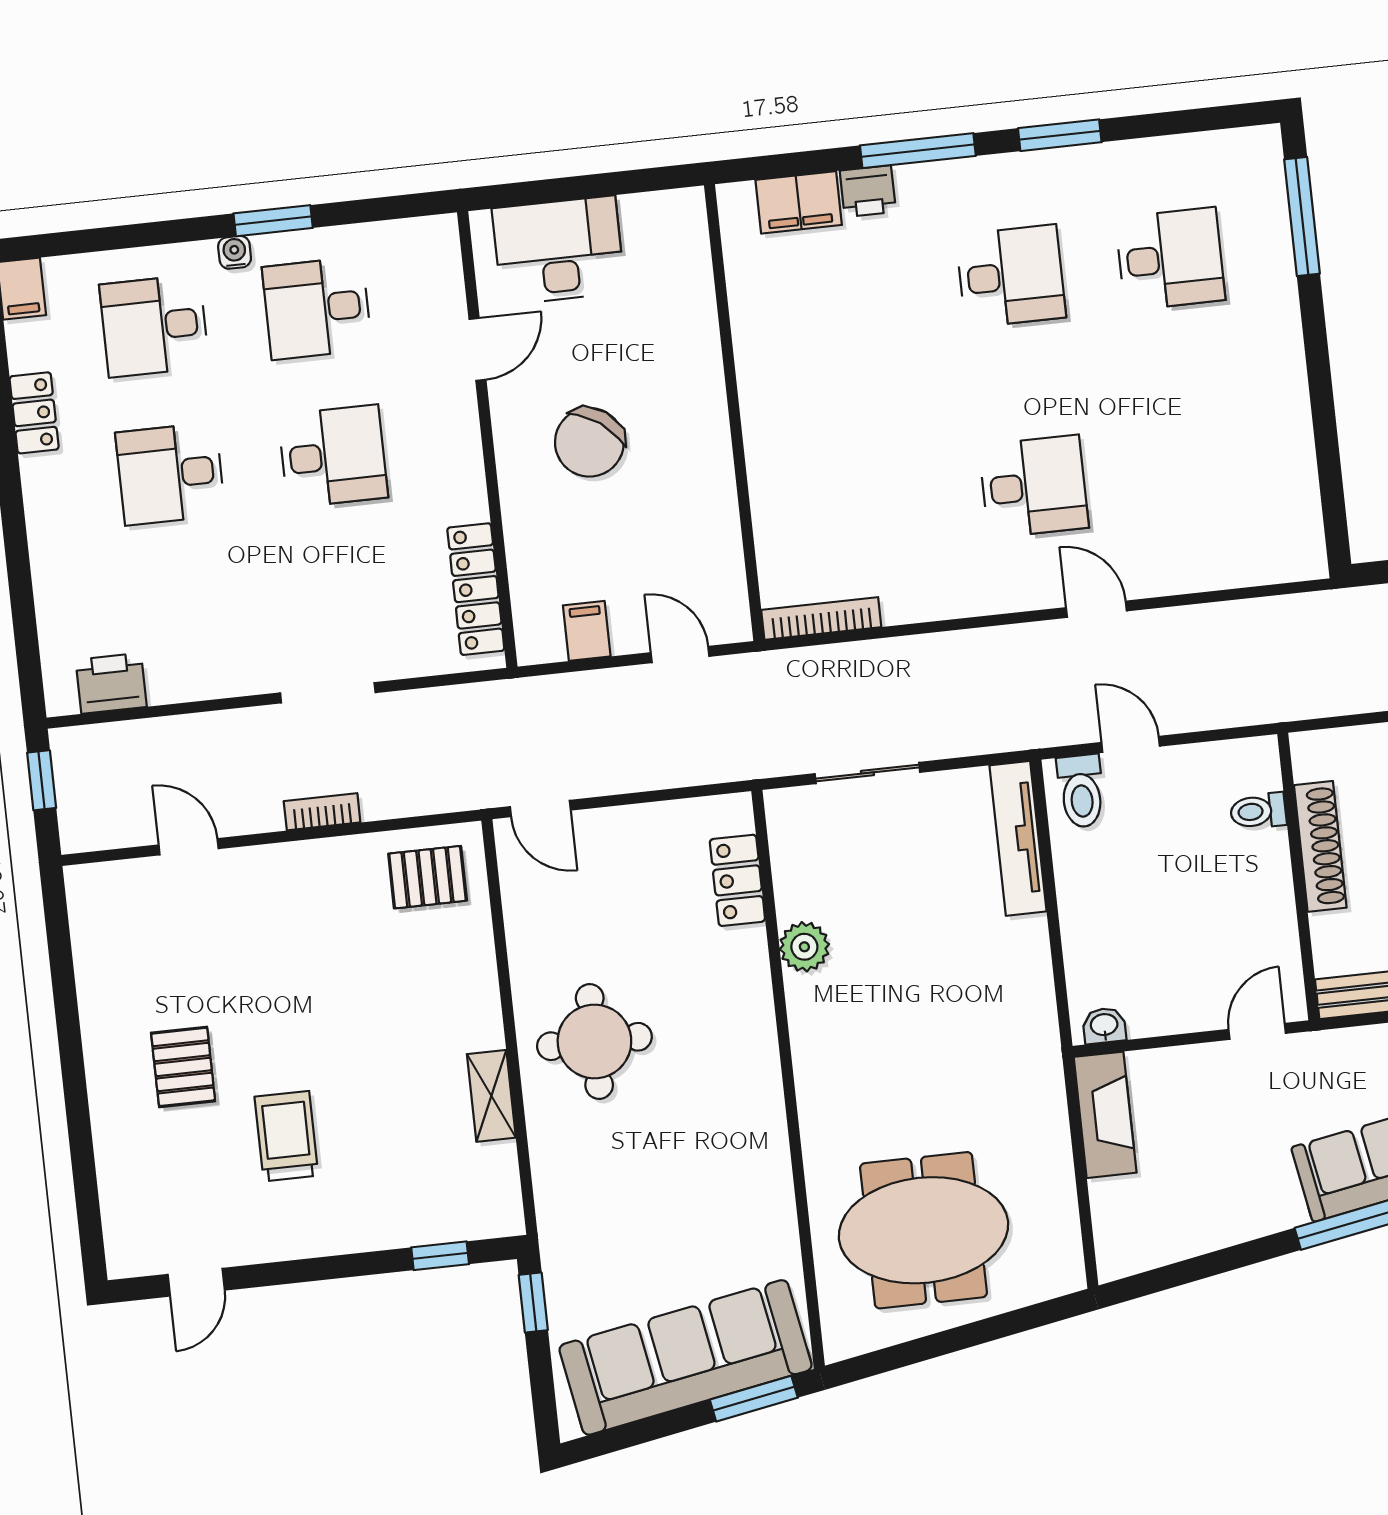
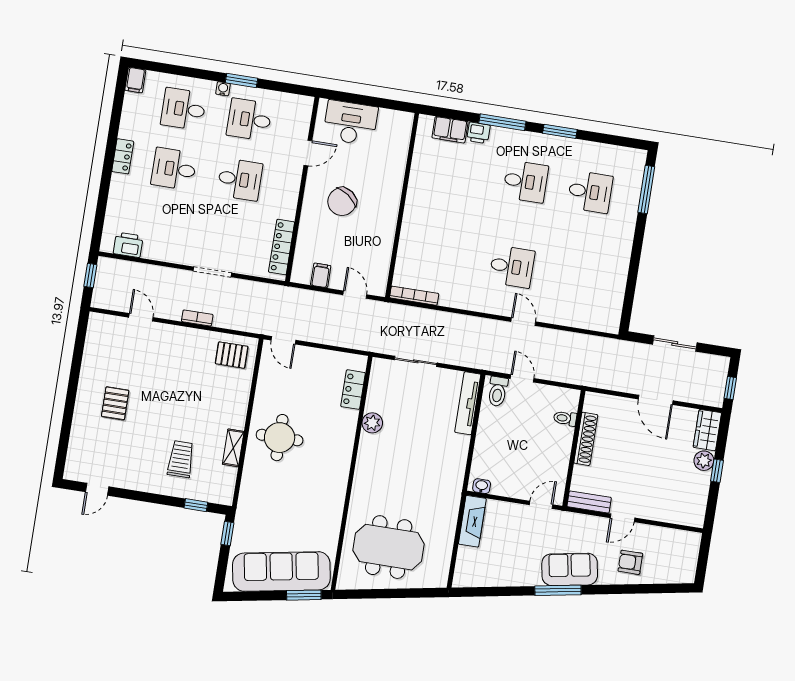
locker: (34, 413) -> (123, 156), moved
trolley: (286, 1136) -> (181, 459), moved

